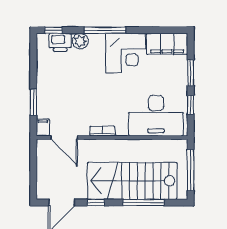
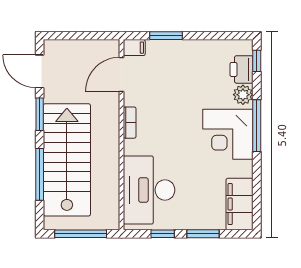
corner desk: (125, 53) -> (228, 134), moved
window: (96, 203) -> (40, 114), width x1.50

